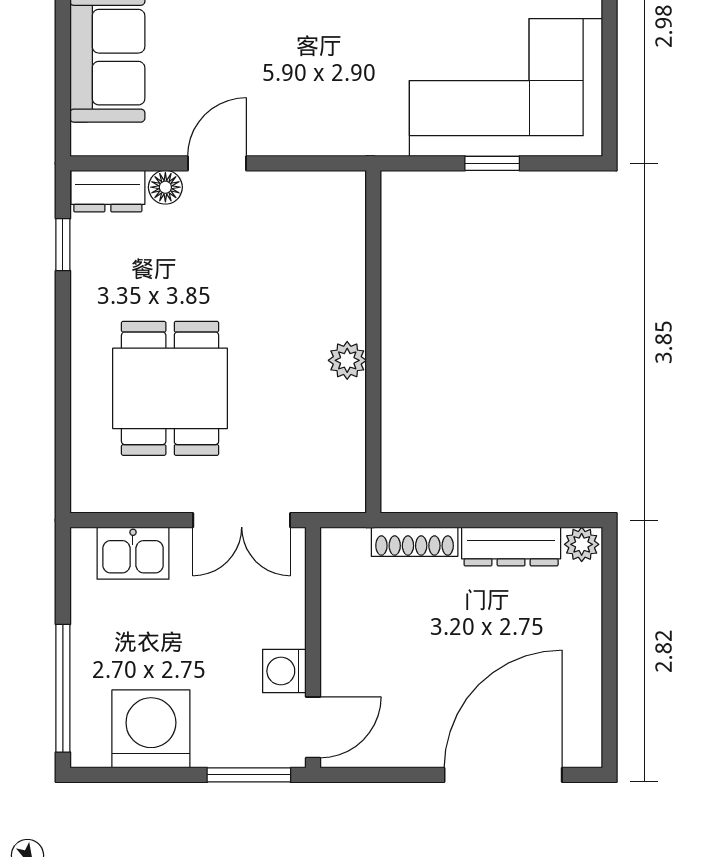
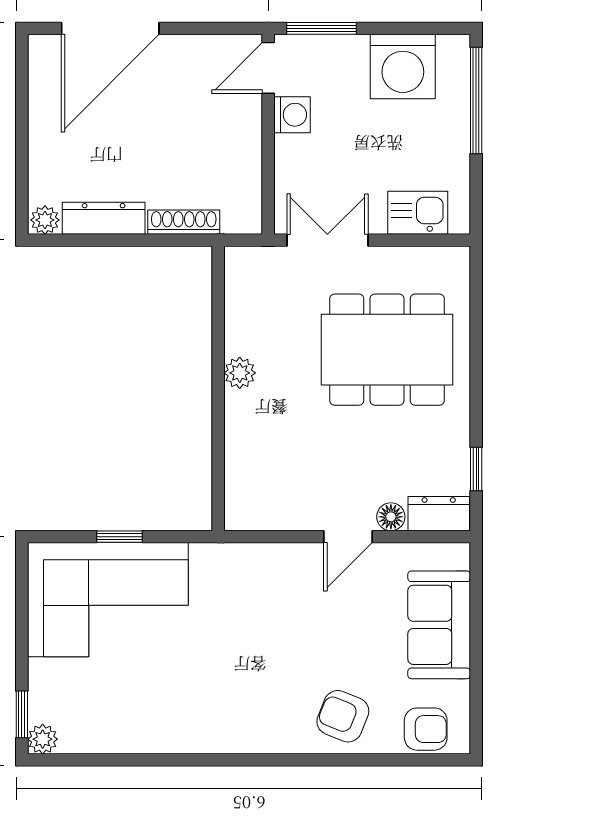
dining table: (170, 388) -> (387, 350), width x1.38

